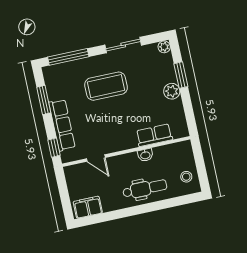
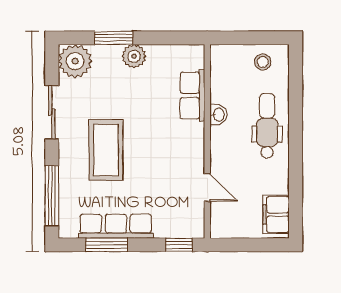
plant: (164, 47) -> (75, 61), width x1.87, depth x1.87
row of seats: (62, 125) -> (116, 226), moved
door: (96, 158) -> (207, 187), hinge flipped

